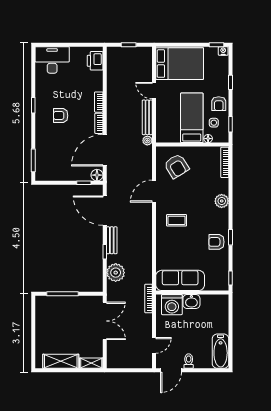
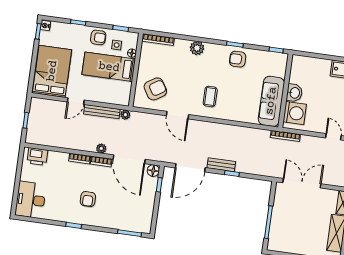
armchair: (216, 242) -> (238, 59), turned 90
plant: (116, 273) -> (101, 149), moved, width x0.53, depth x0.53

